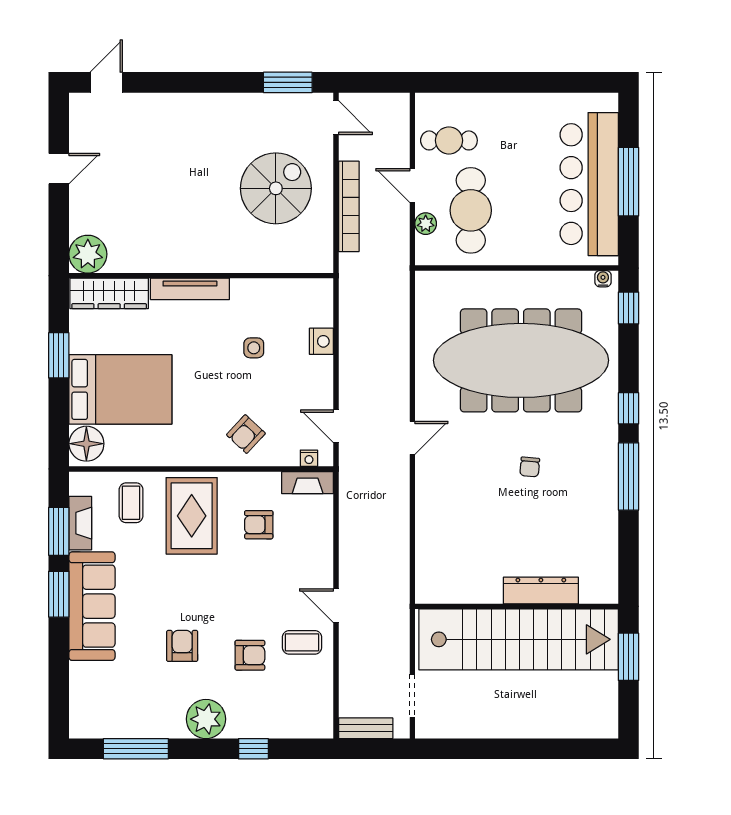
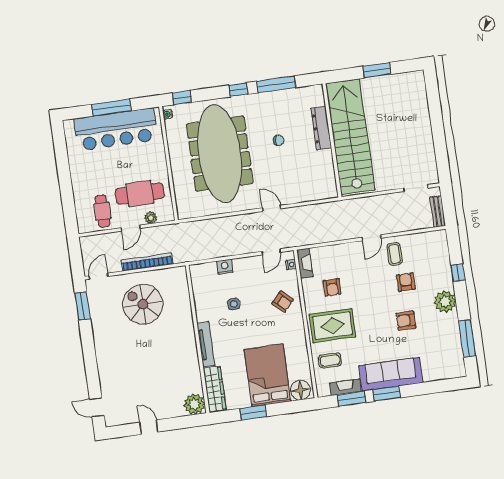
dresser: (541, 590) -> (321, 128), moved
wall: (517, 606) -> (332, 140), moved
stairs: (519, 639) -> (350, 137), moved

